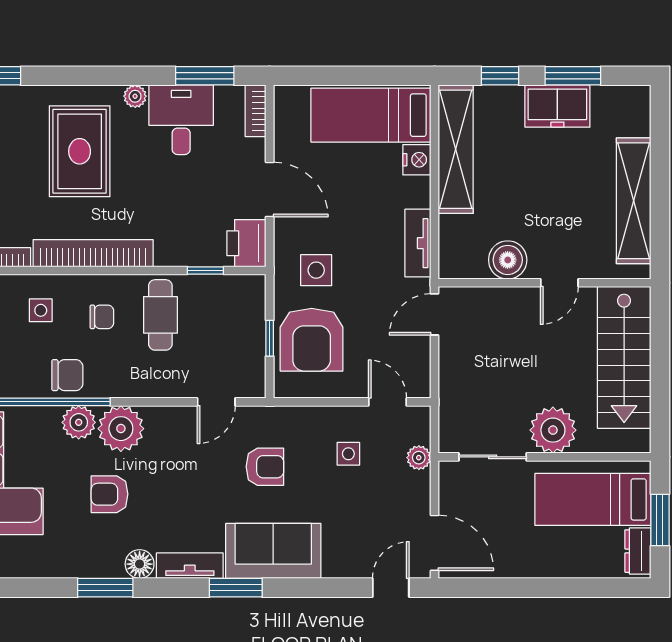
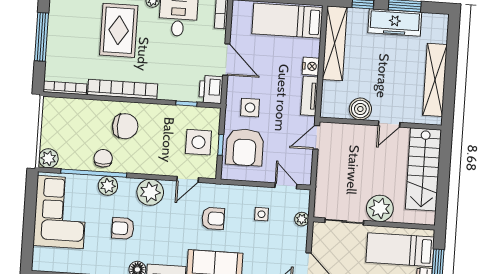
freezer: (557, 106) -> (395, 23), width x1.40
nightstand: (417, 160) -> (311, 66), moved
side table: (41, 310) -> (198, 142), moved, width x1.87, depth x1.87
cafe table: (160, 315) -> (159, 127), removed
chair: (102, 317) -> (125, 126), width x1.87, depth x1.87
chair: (67, 375) -> (103, 158), turned -90
plant: (121, 429) -> (150, 192), moved

